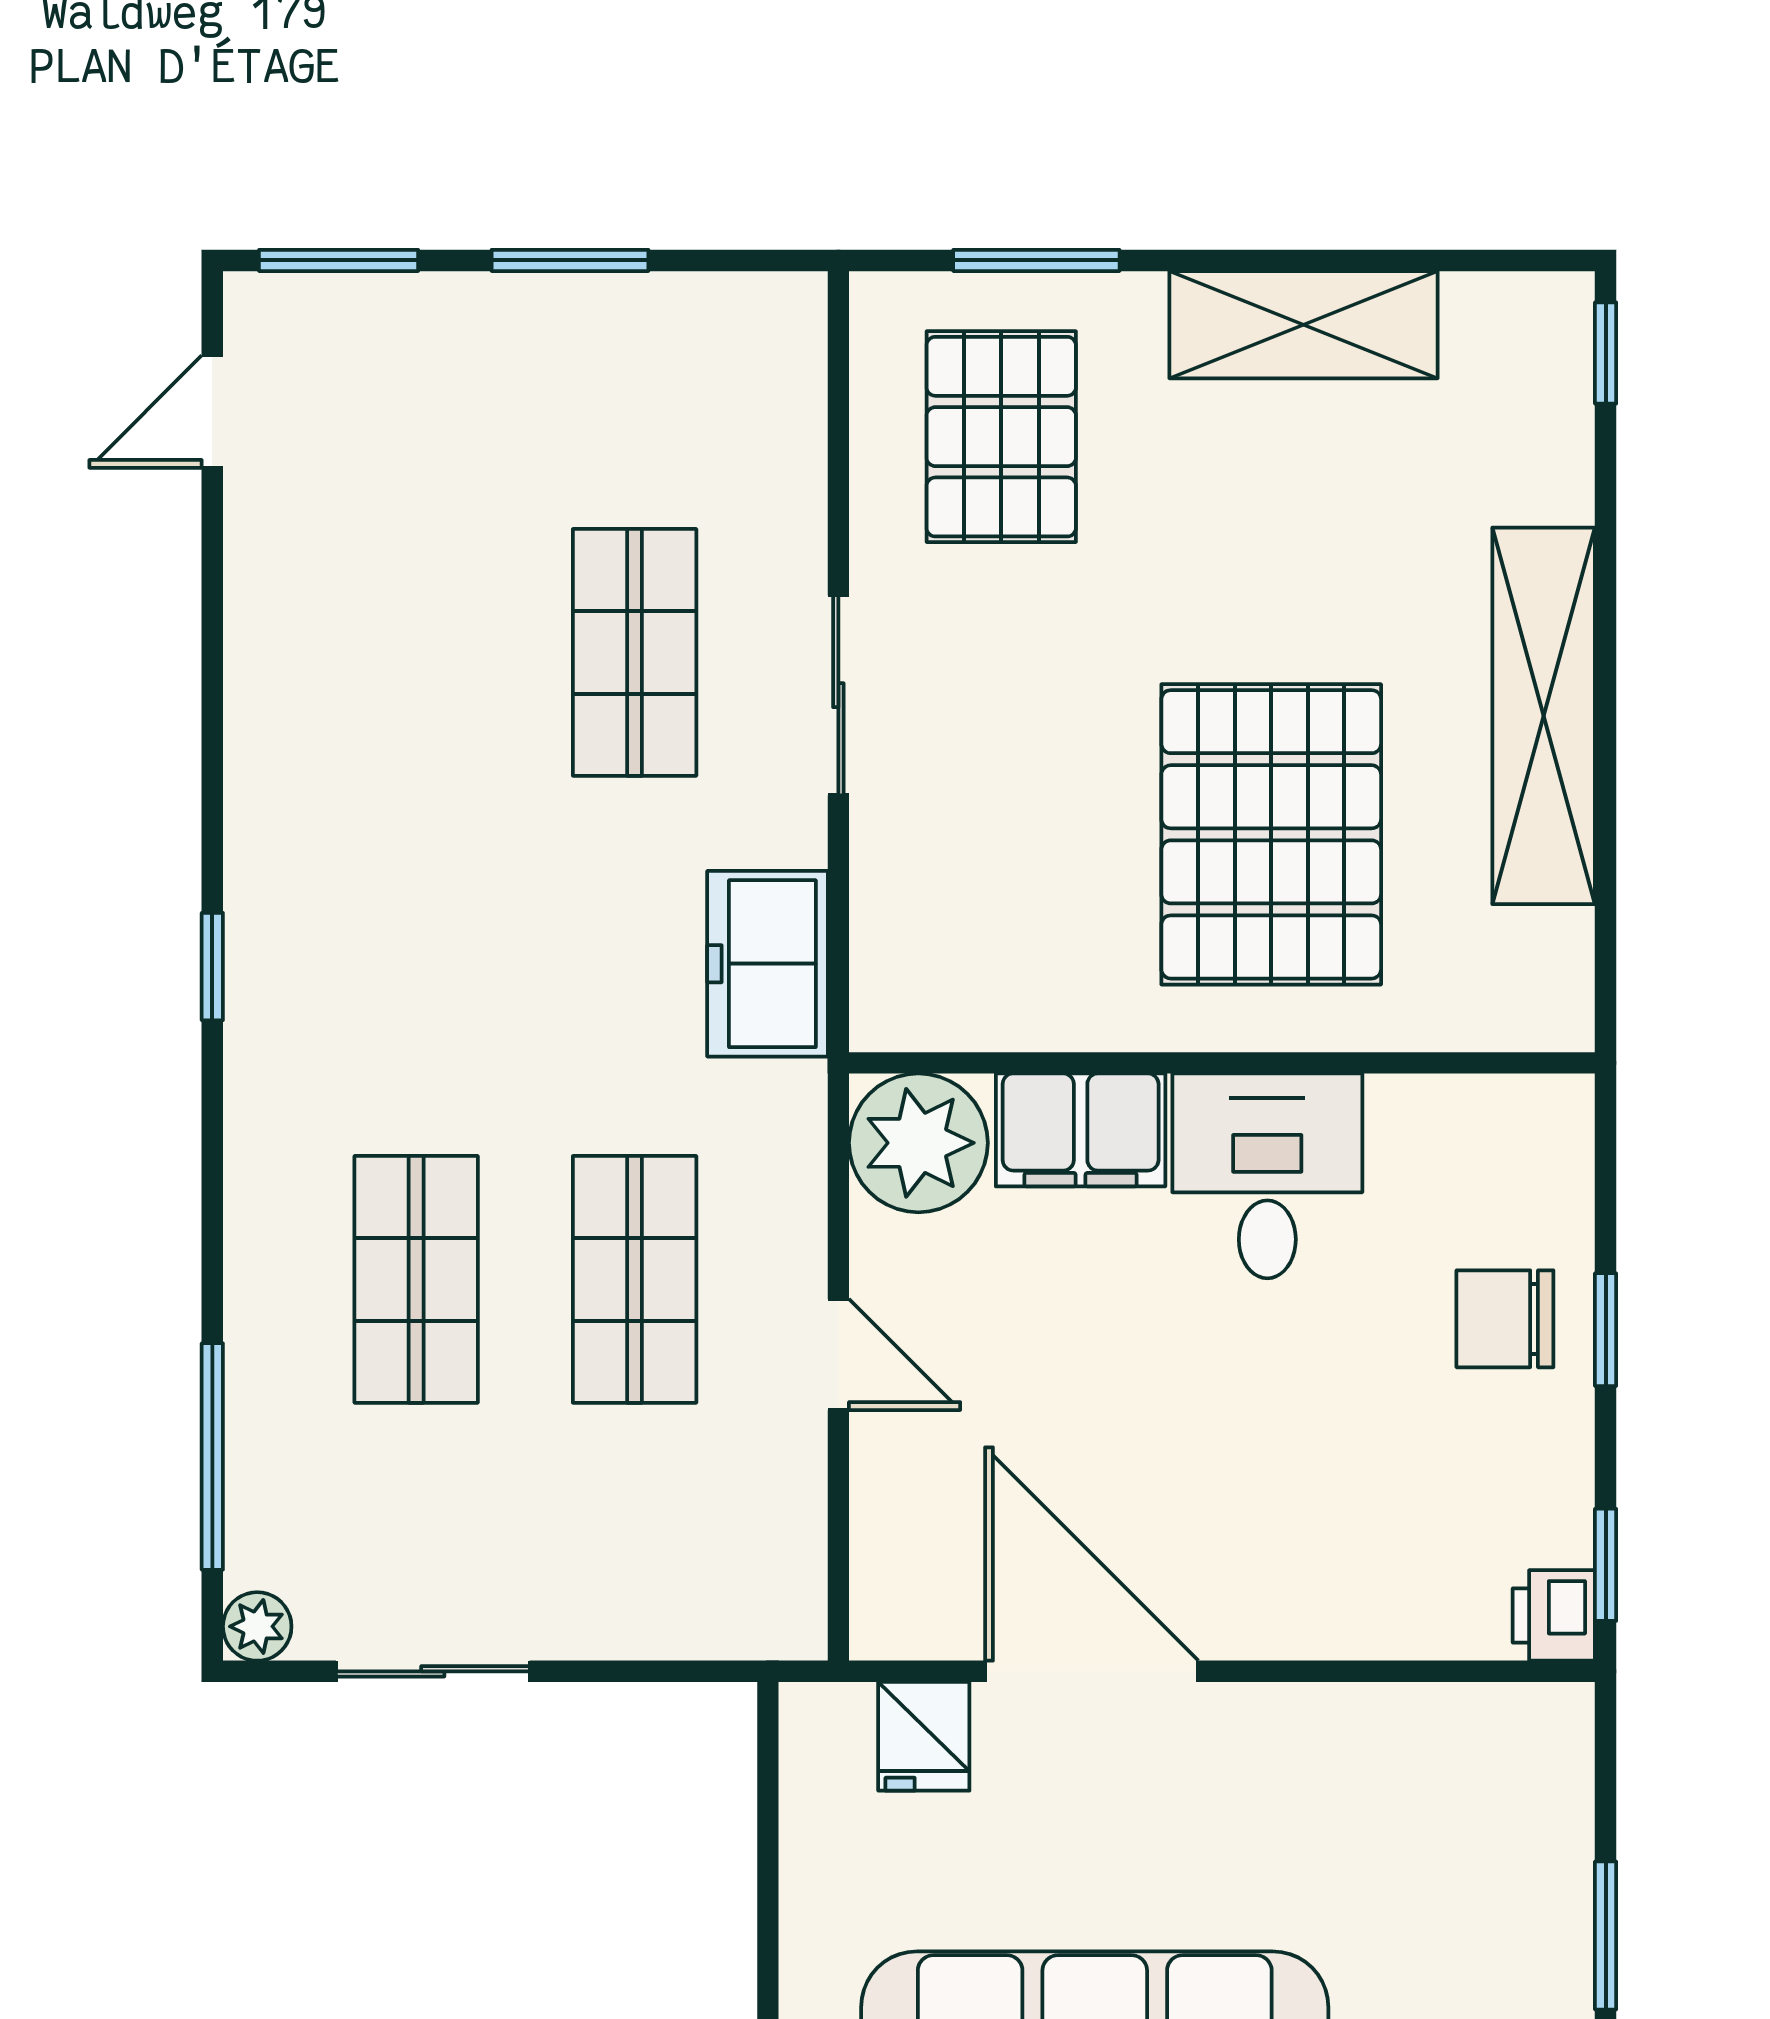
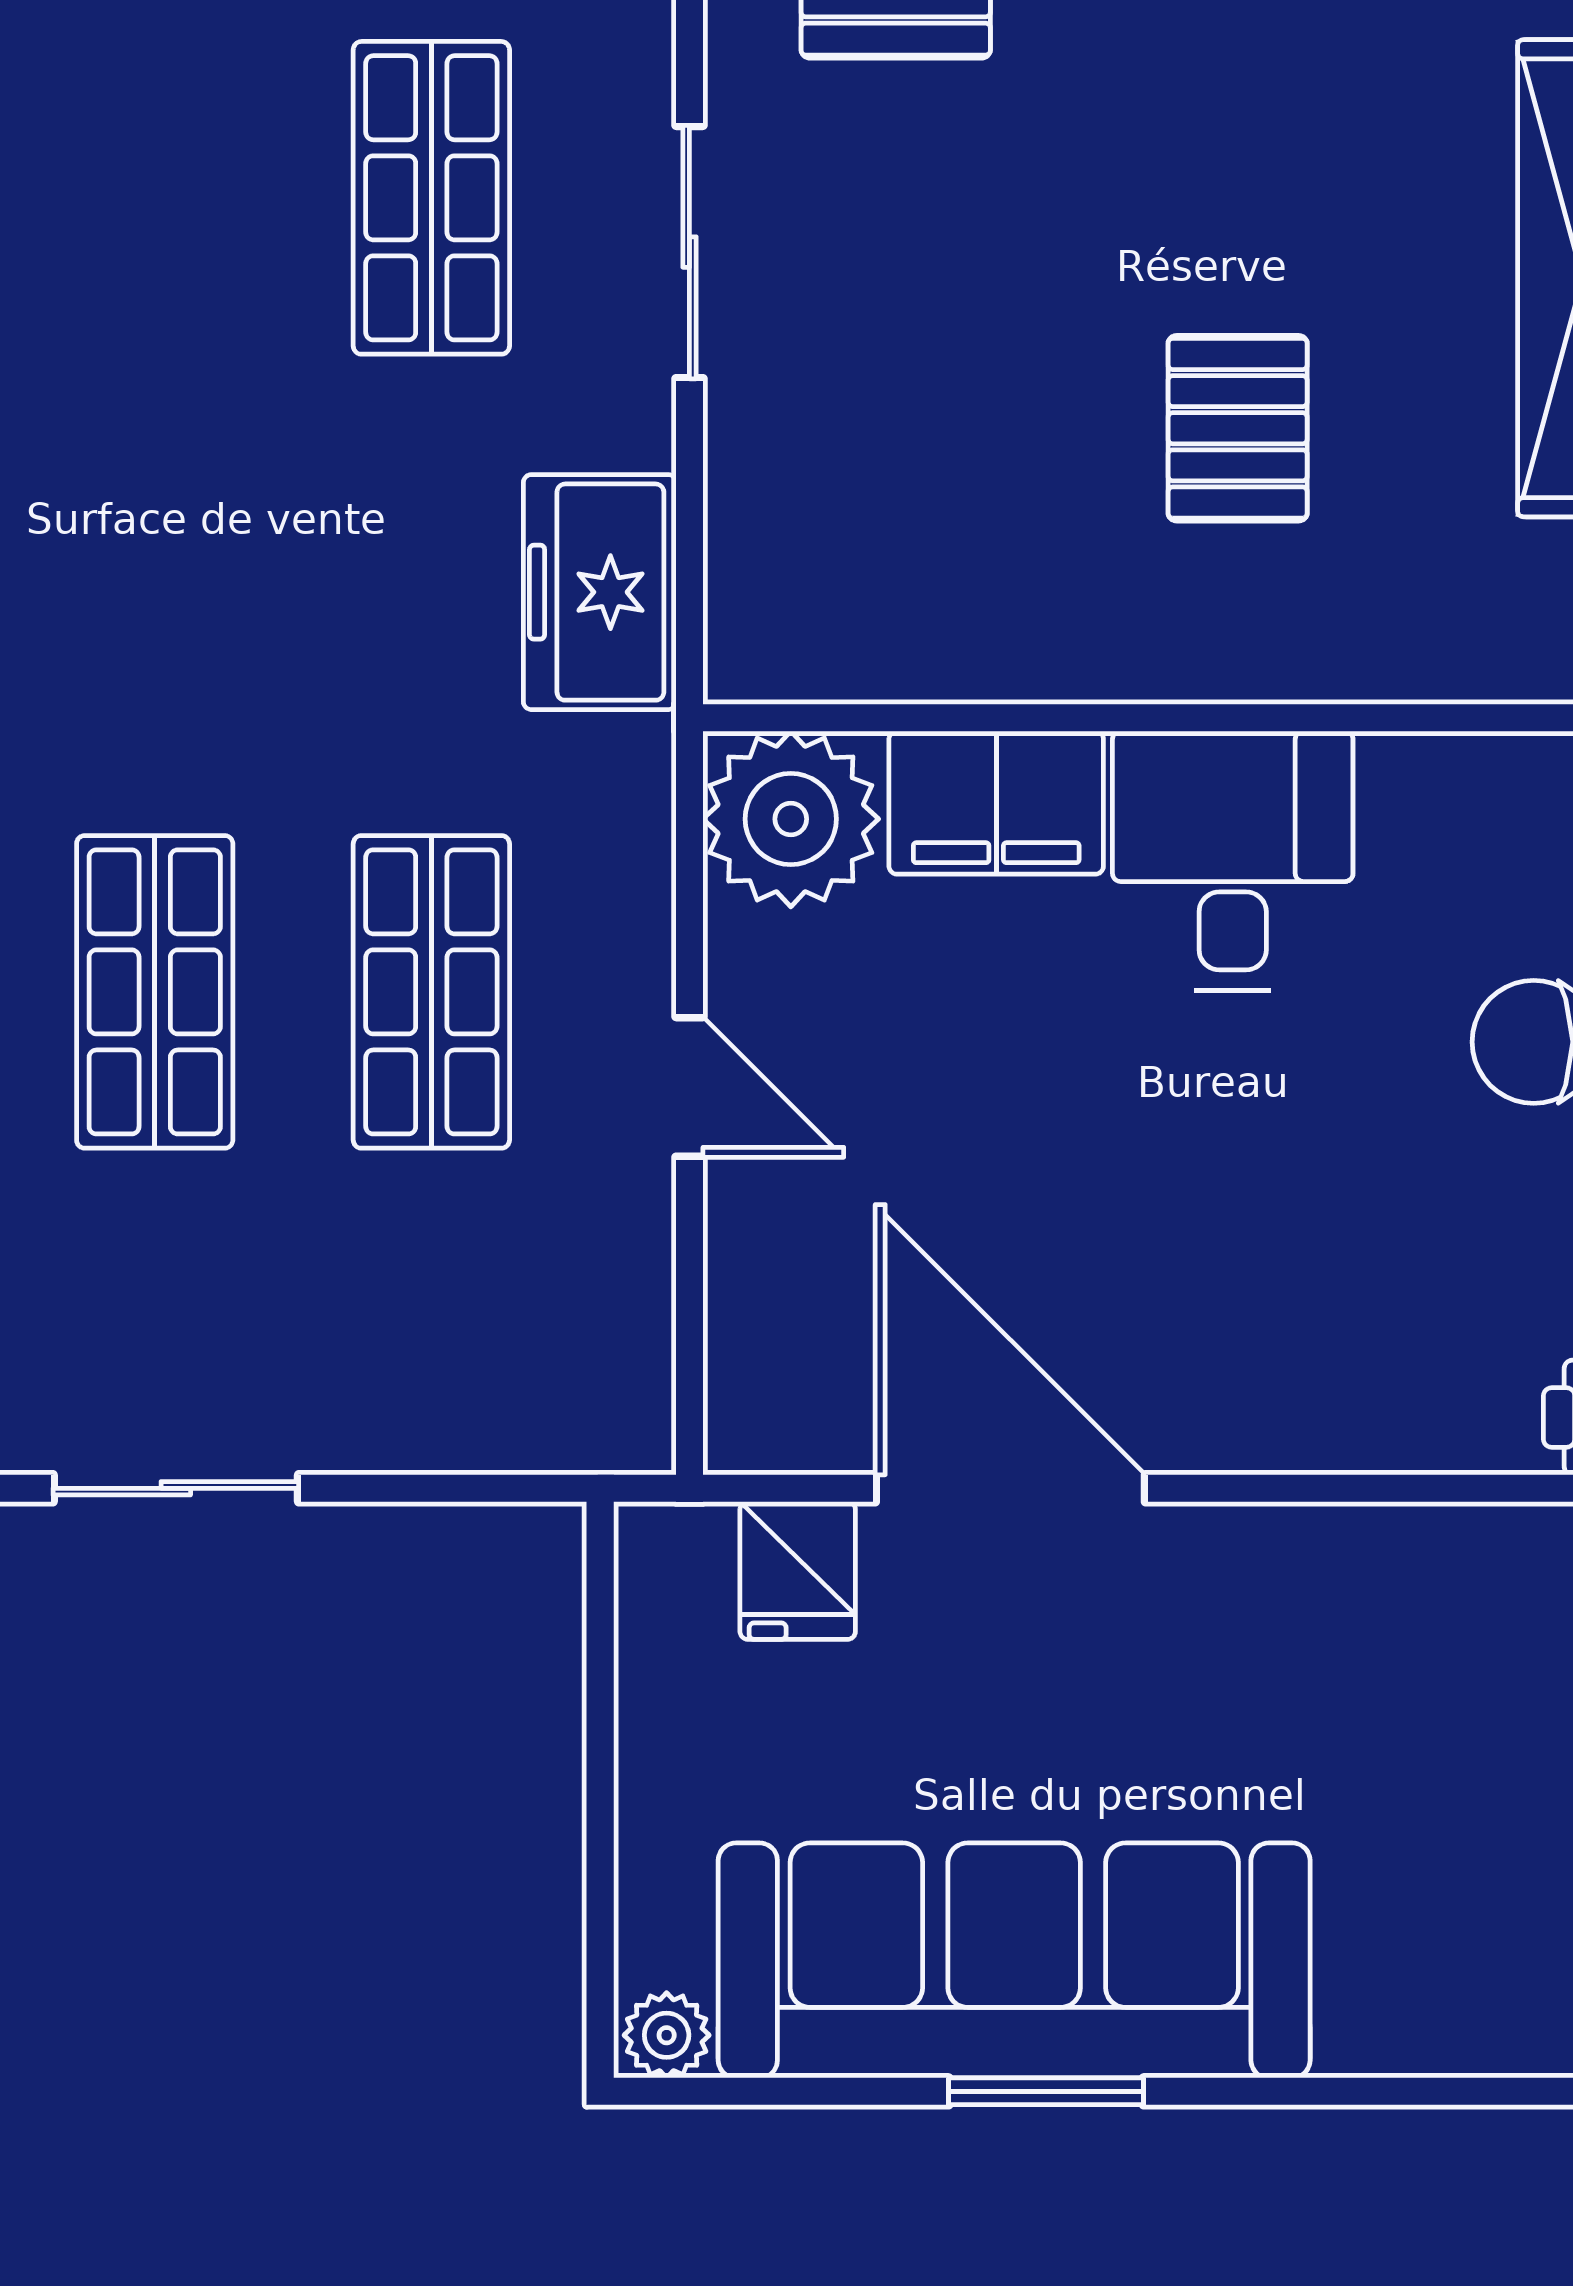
pallet: (1271, 834) -> (1238, 428), width x0.49, depth x0.50

